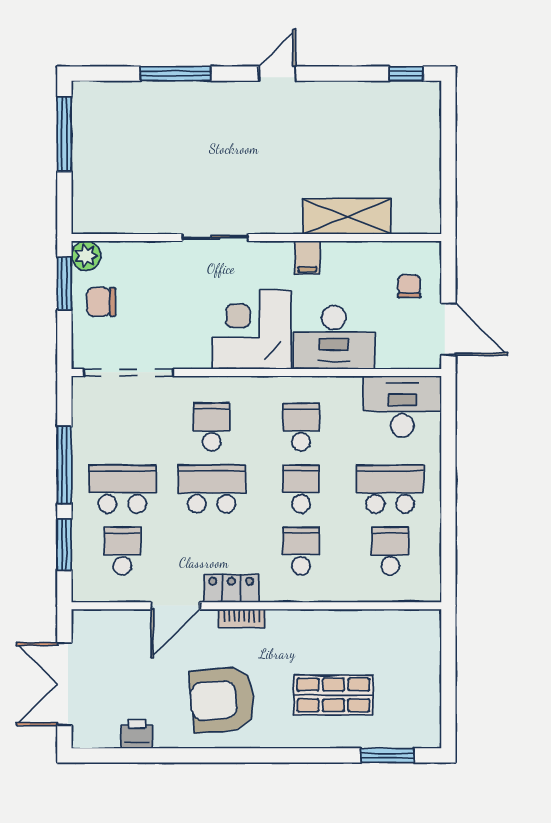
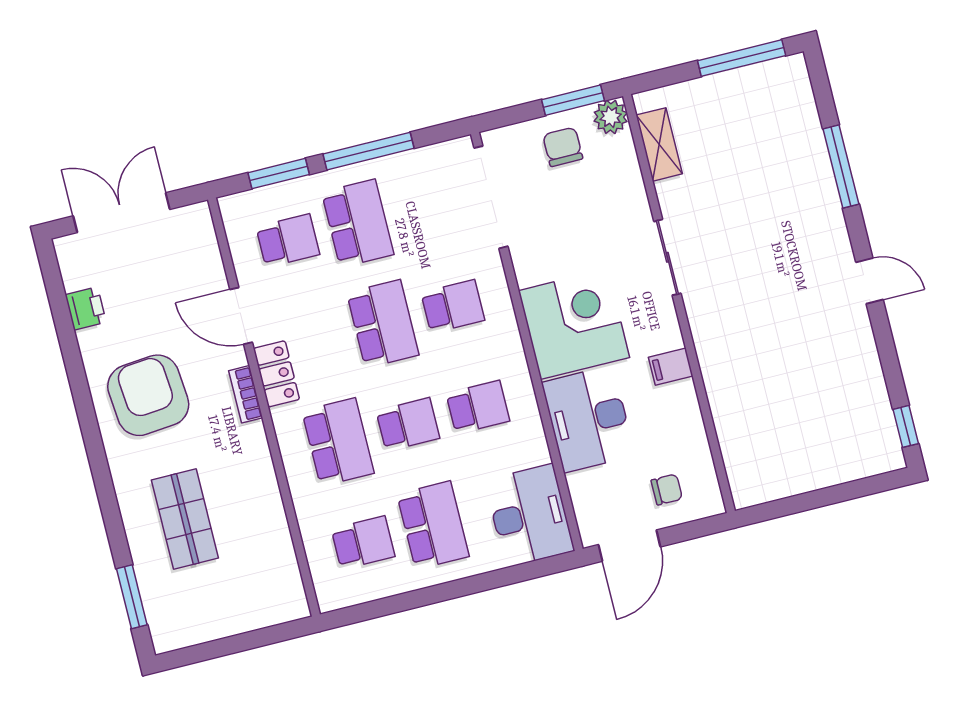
shelving: (347, 216) -> (659, 144), moved, width x0.67, depth x0.75
school desk: (301, 551) -> (338, 442), width x1.85

